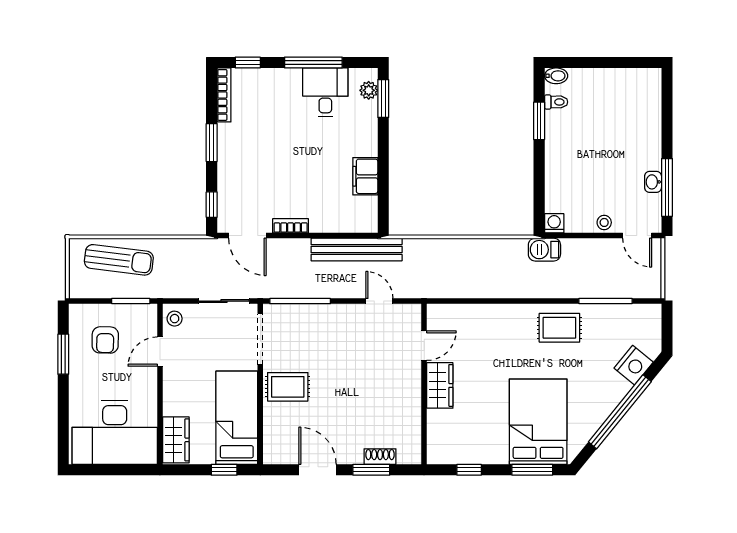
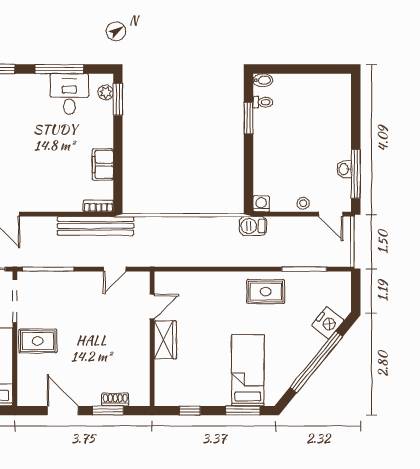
bookcase: (291, 226) -> (98, 206), moved
door: (379, 301) -> (115, 269), swing flipped
bed: (538, 422) -> (248, 370), width x0.67

